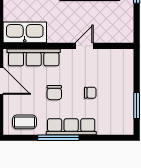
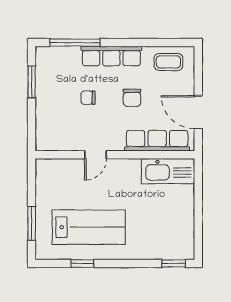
chair: (54, 93) -> (132, 98), turned 180
window: (58, 138) -> (75, 43), moved

